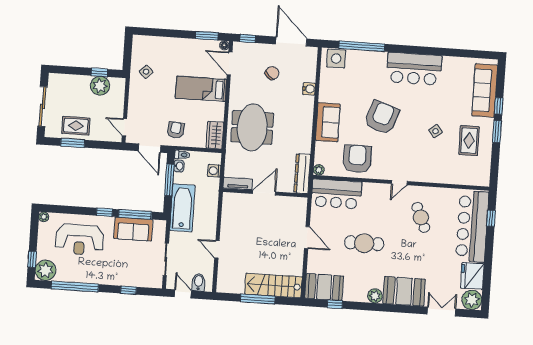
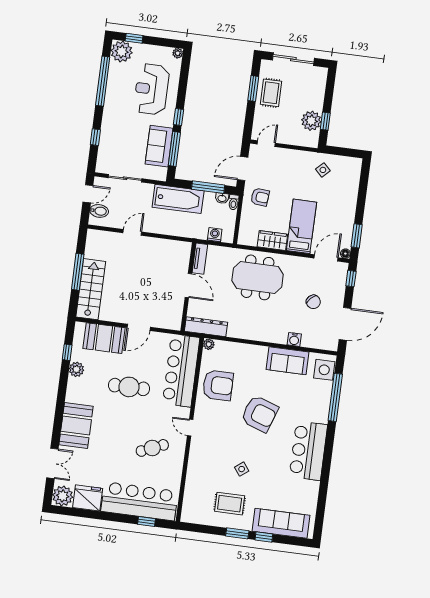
sofa: (328, 122) -> (288, 361), moved
wardrobe: (215, 135) -> (272, 240), moved
bar counter: (337, 194) -> (181, 371), width x1.36
cafe table: (364, 243) -> (129, 387), turned 90
booth: (324, 287) -> (104, 338), moved, turned 90
plant: (375, 296) -> (76, 369), moved

